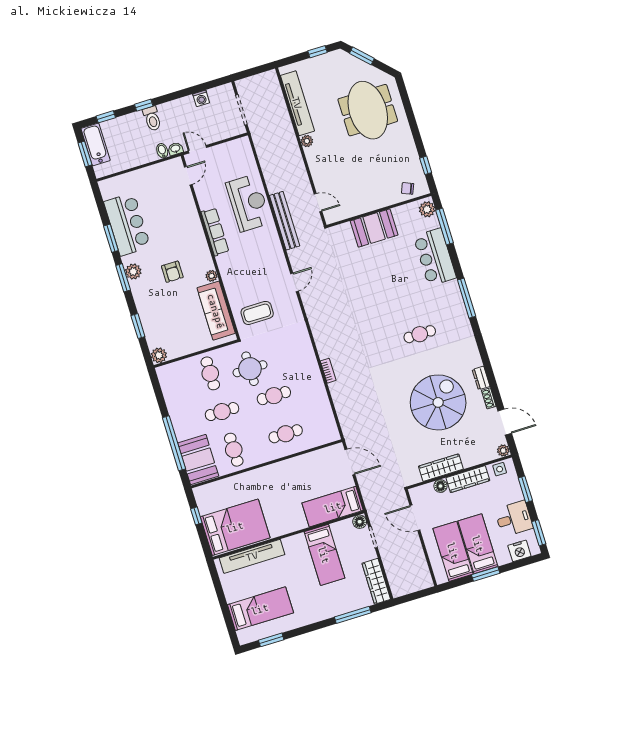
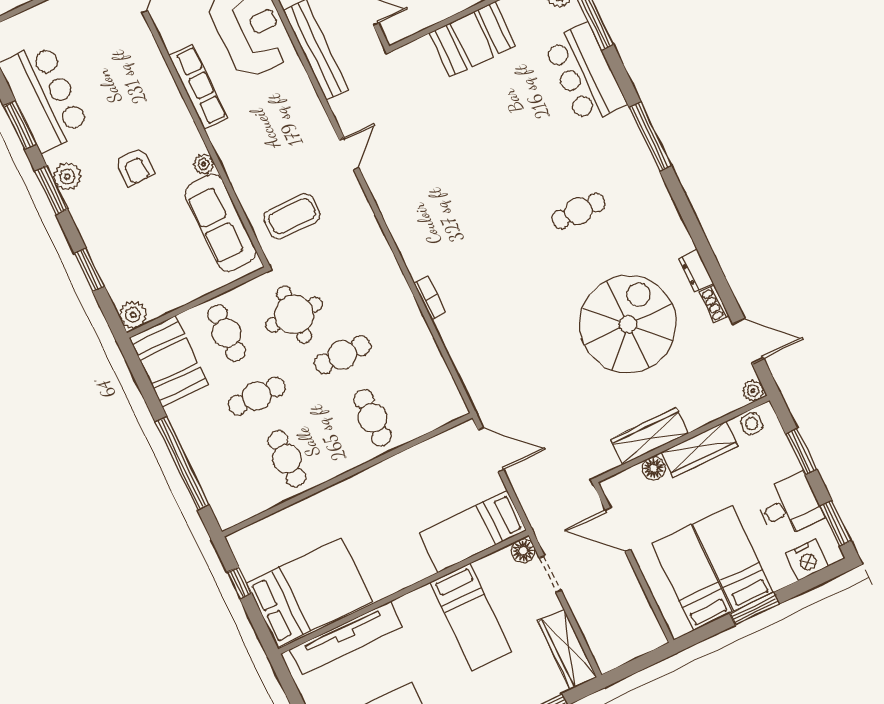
cafe table: (286, 434) -> (373, 418), turned 90
booth: (198, 460) -> (169, 361), moved

